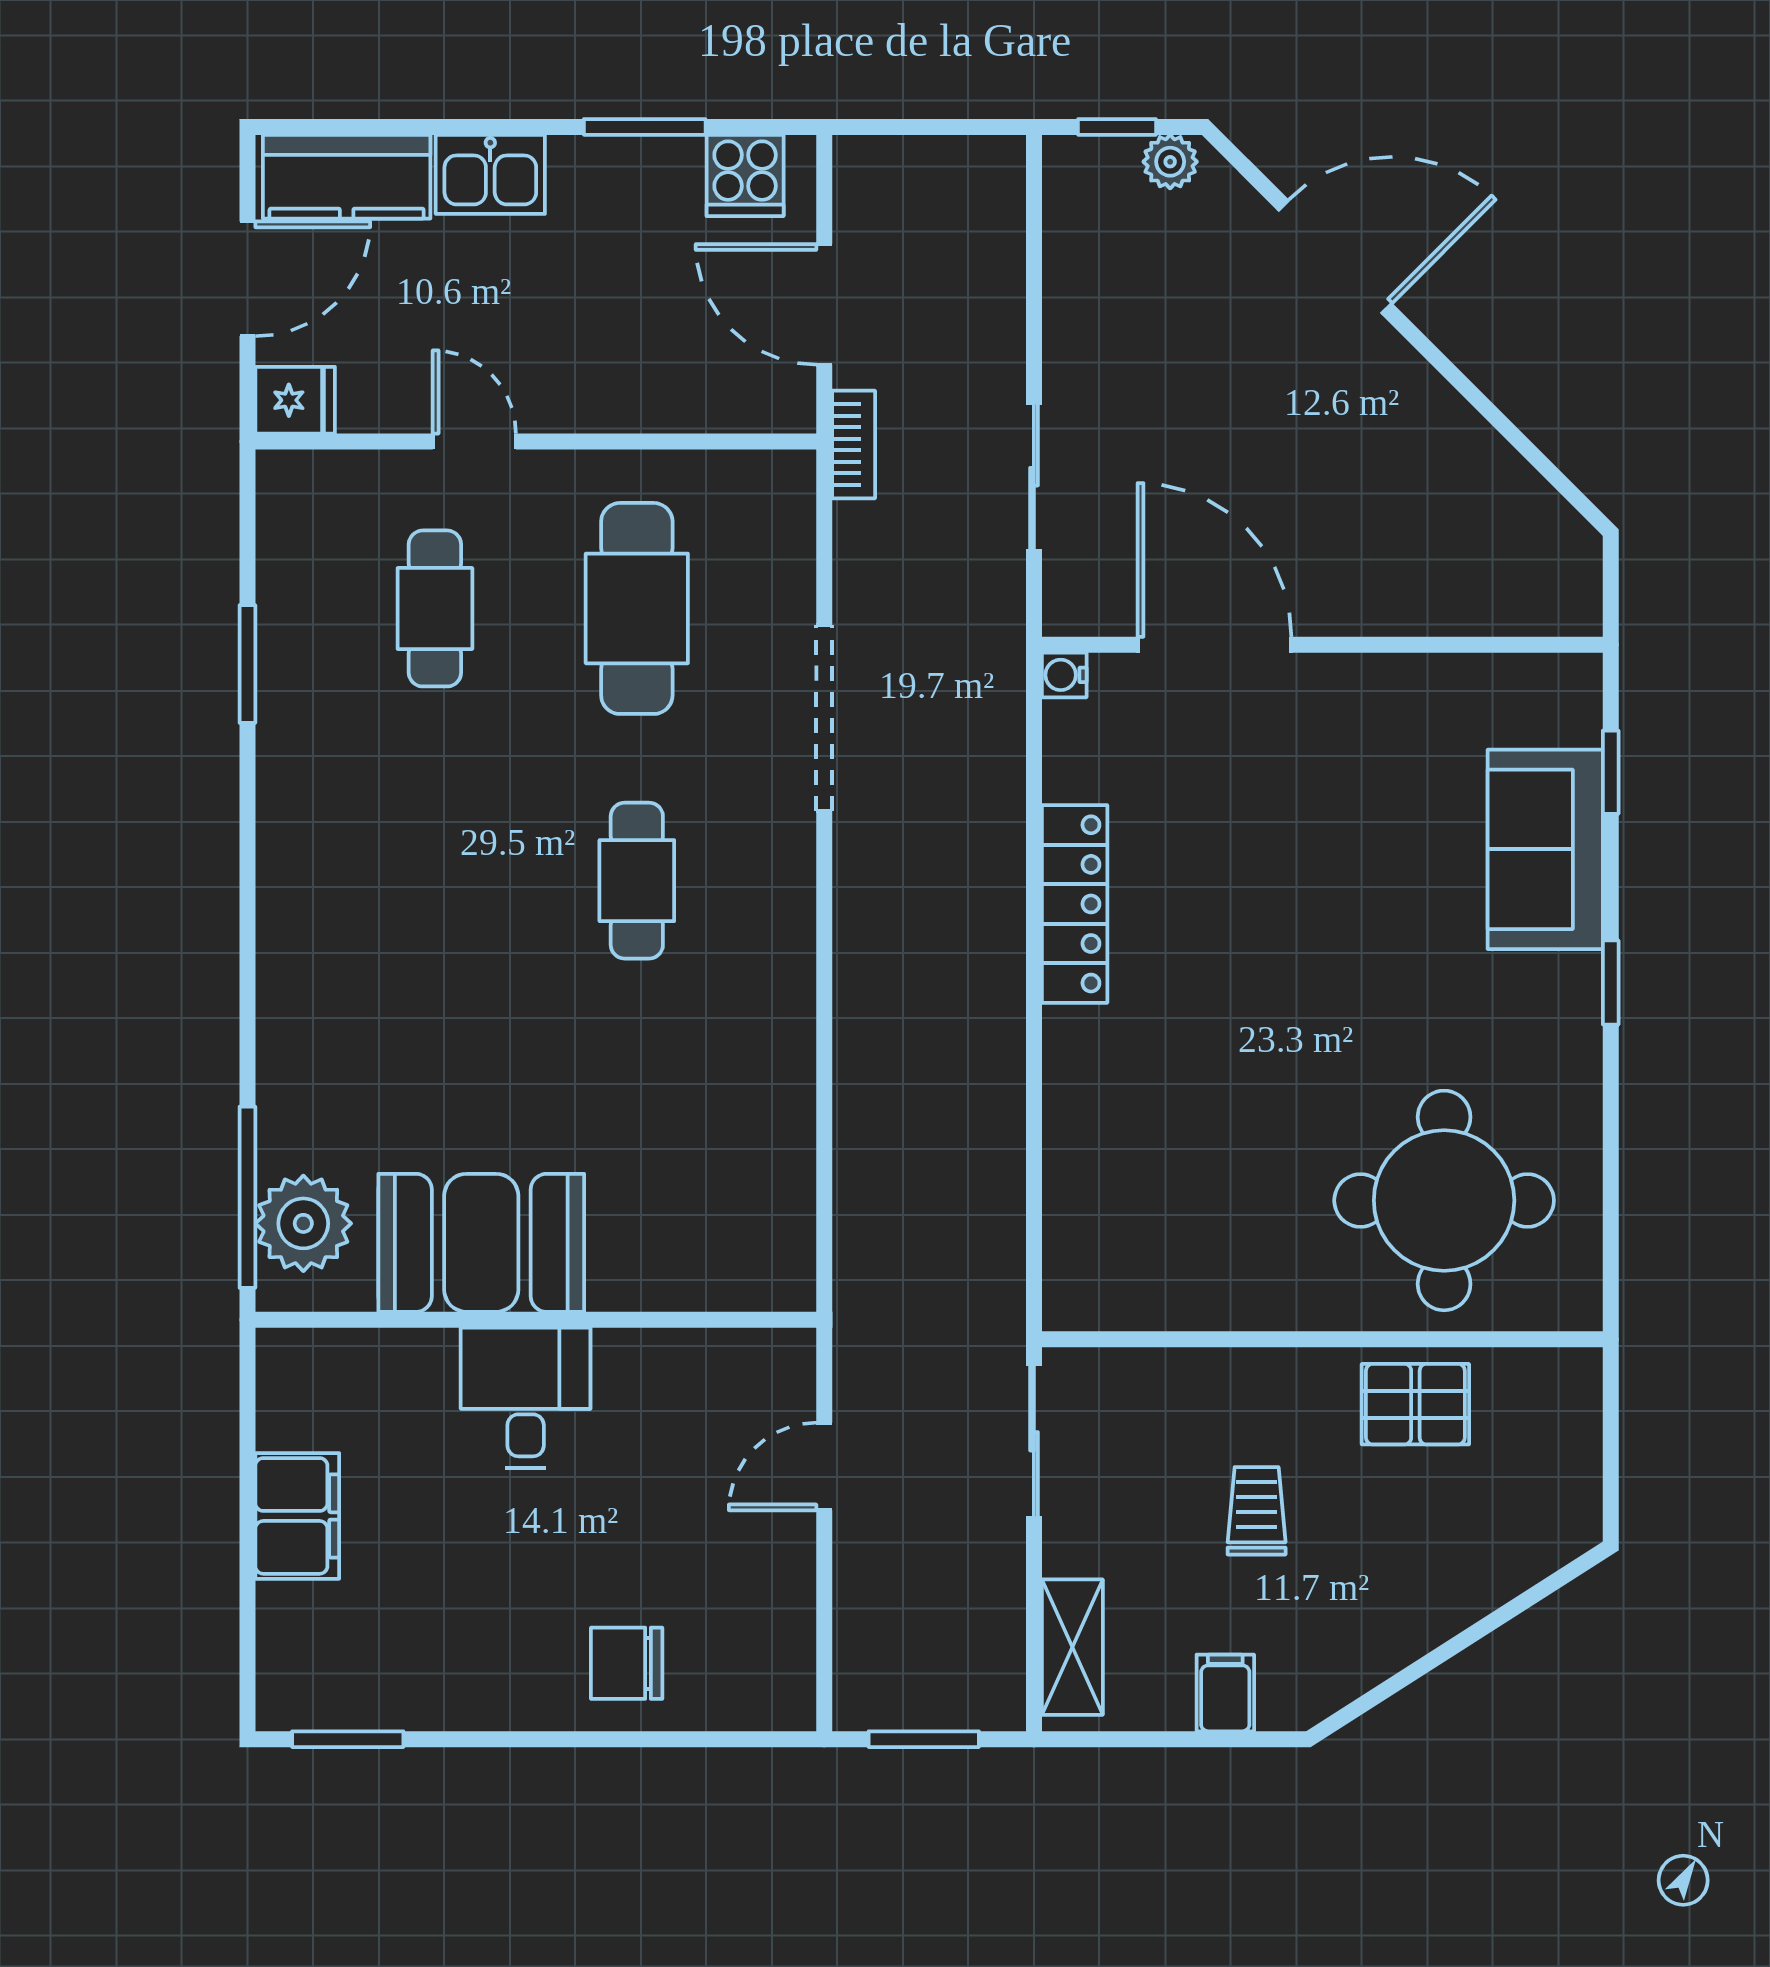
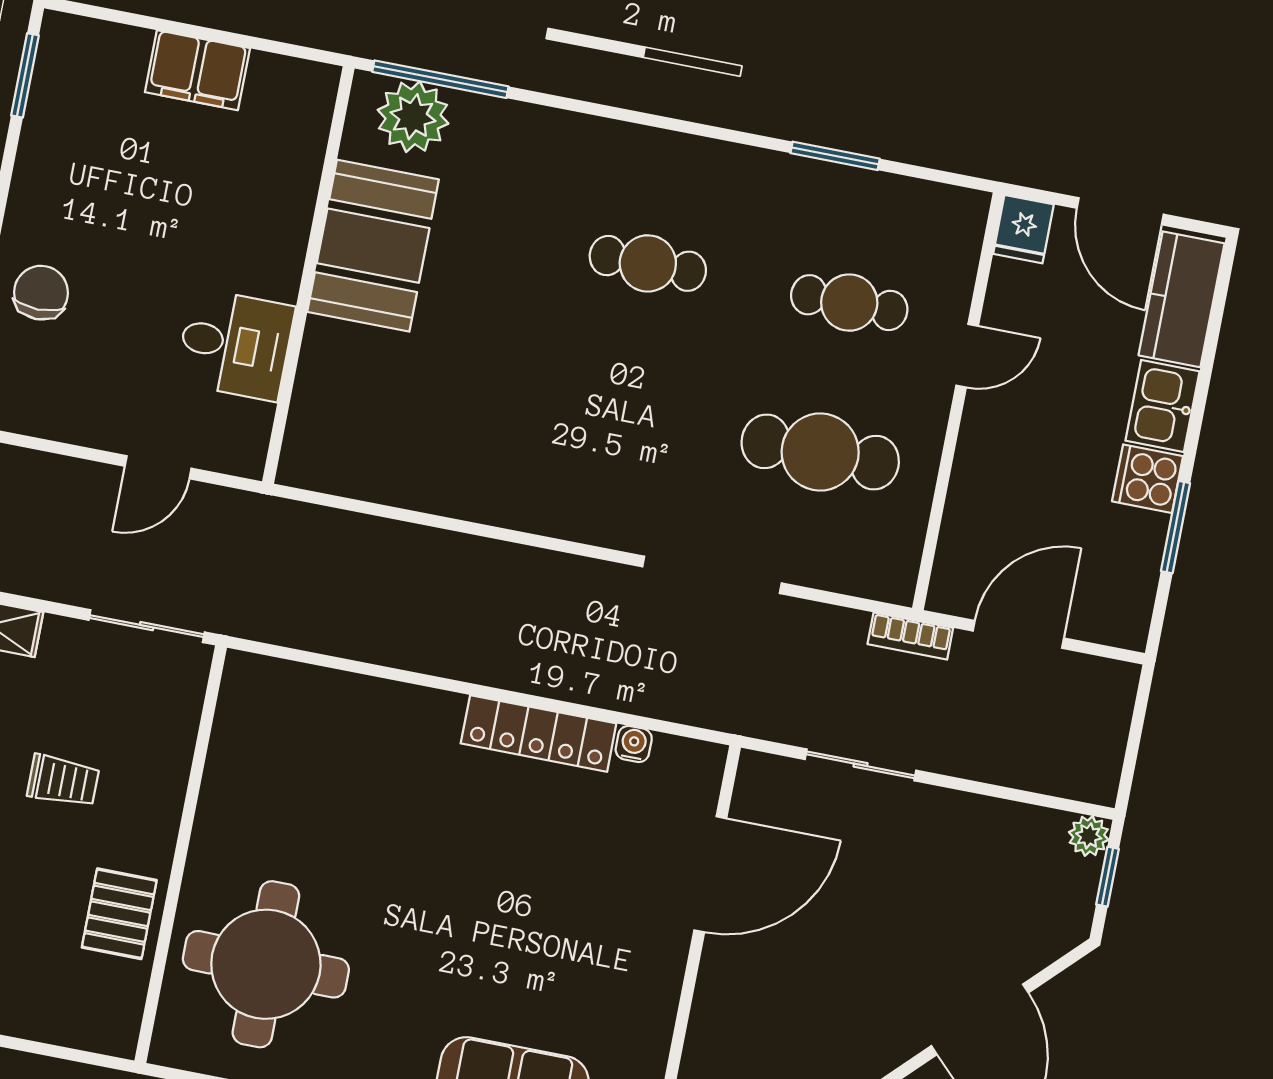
plant: (1170, 162) -> (1089, 836), moved
cooker: (745, 175) -> (1148, 479), moved
water cooler: (1064, 675) -> (634, 744), moved
cafe table: (637, 881) -> (648, 263), moved
desk: (526, 1398) -> (235, 345), moved
door: (824, 1467) -> (158, 467), swing flipped

